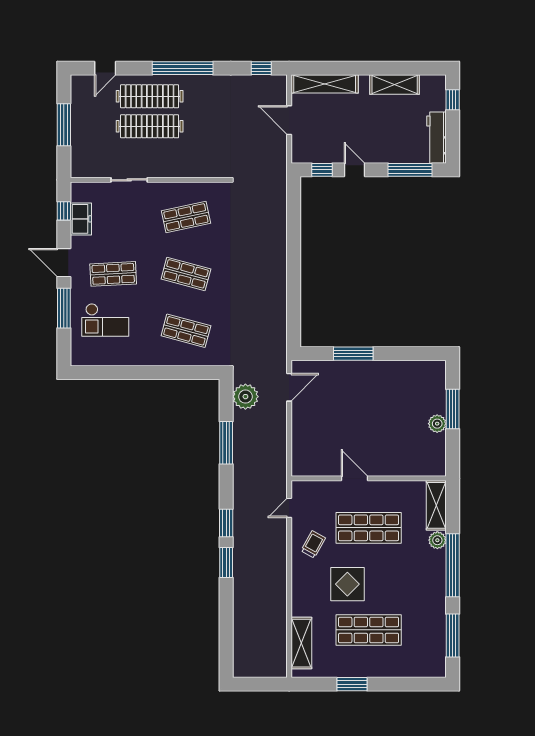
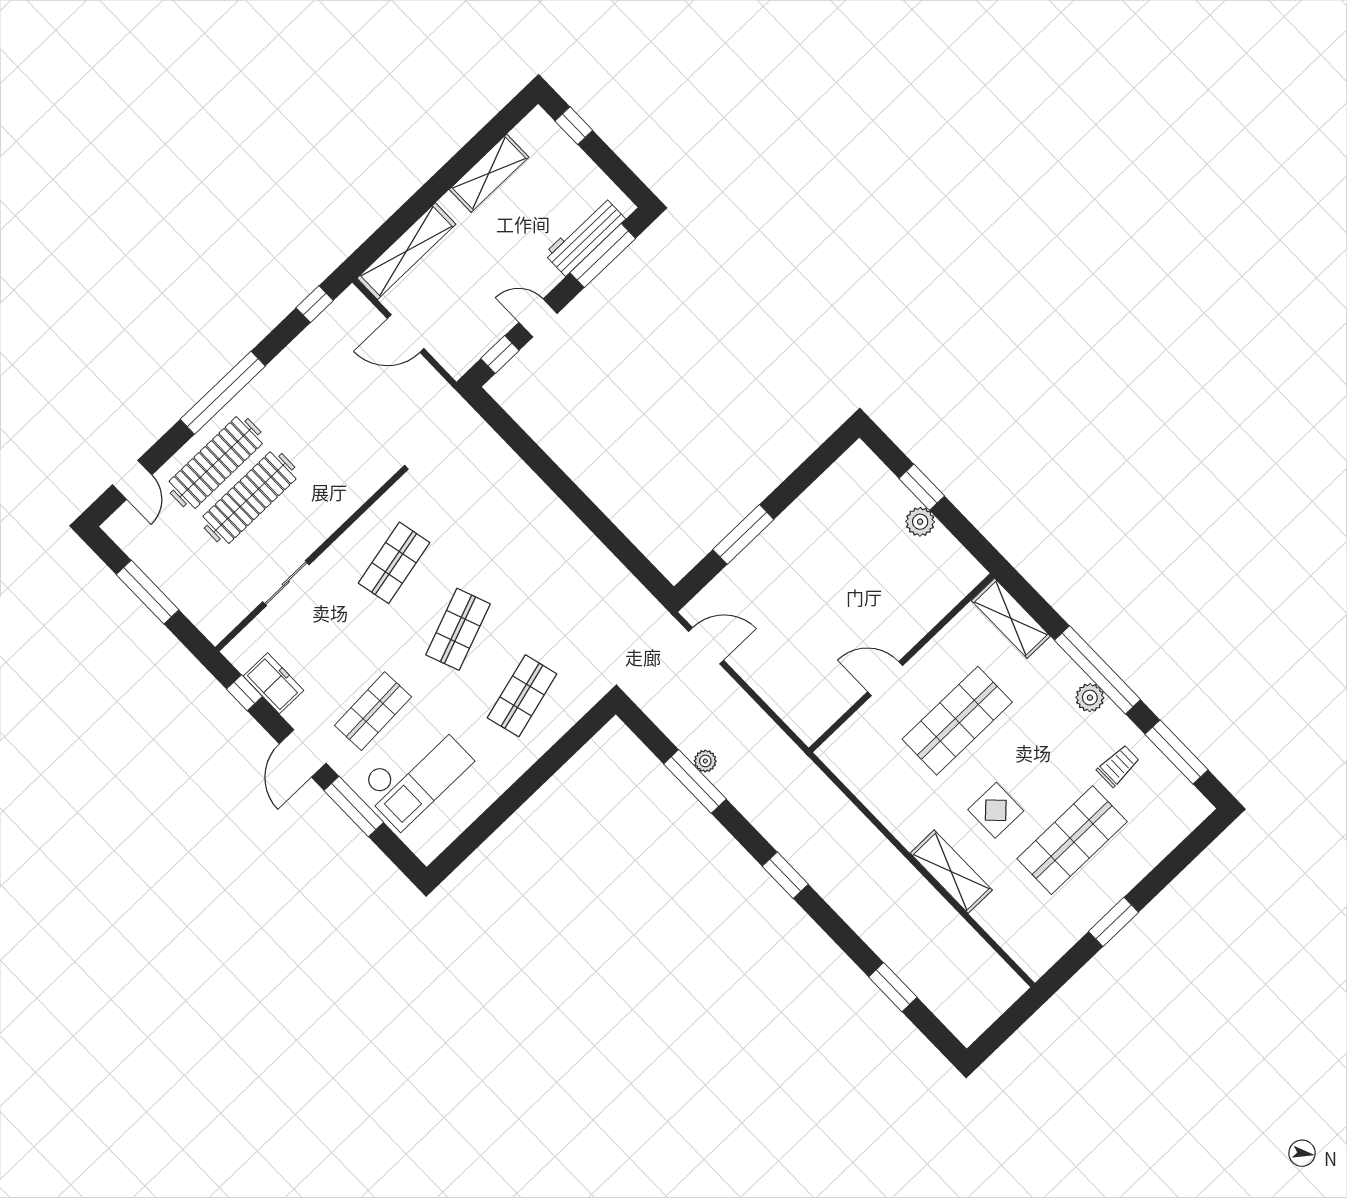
workbench: (436, 138) -> (585, 236), moved, turned 90
door: (64, 263) -> (303, 753), hinge flipped
shop shelf: (186, 274) -> (458, 629), turned -36
checkout: (105, 320) -> (416, 774), width x1.36, depth x1.21
shop shelf: (186, 331) -> (522, 696), turned -30
door: (289, 387) -> (706, 646), hinge flipped
plant: (245, 397) -> (705, 761), moved, width x0.53, depth x0.53
window: (453, 409) -> (922, 487), width x0.69
door: (289, 508) -> (842, 787), removed
plant: (437, 540) -> (1090, 698), moved
trolley: (313, 544) -> (1118, 766), moved, turned 61
window: (226, 562) -> (893, 987), moved
display table: (347, 584) -> (996, 810), width x0.73, depth x0.73
shelving: (301, 643) -> (951, 872), moved

